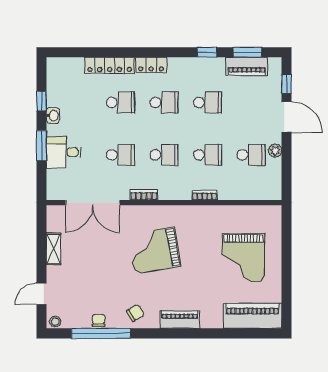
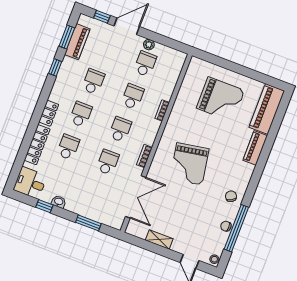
window: (41, 146) -> (88, 223), moved
desk: (63, 152) -> (30, 183), moved, turned 90
piano: (180, 320) -> (255, 148), moved

